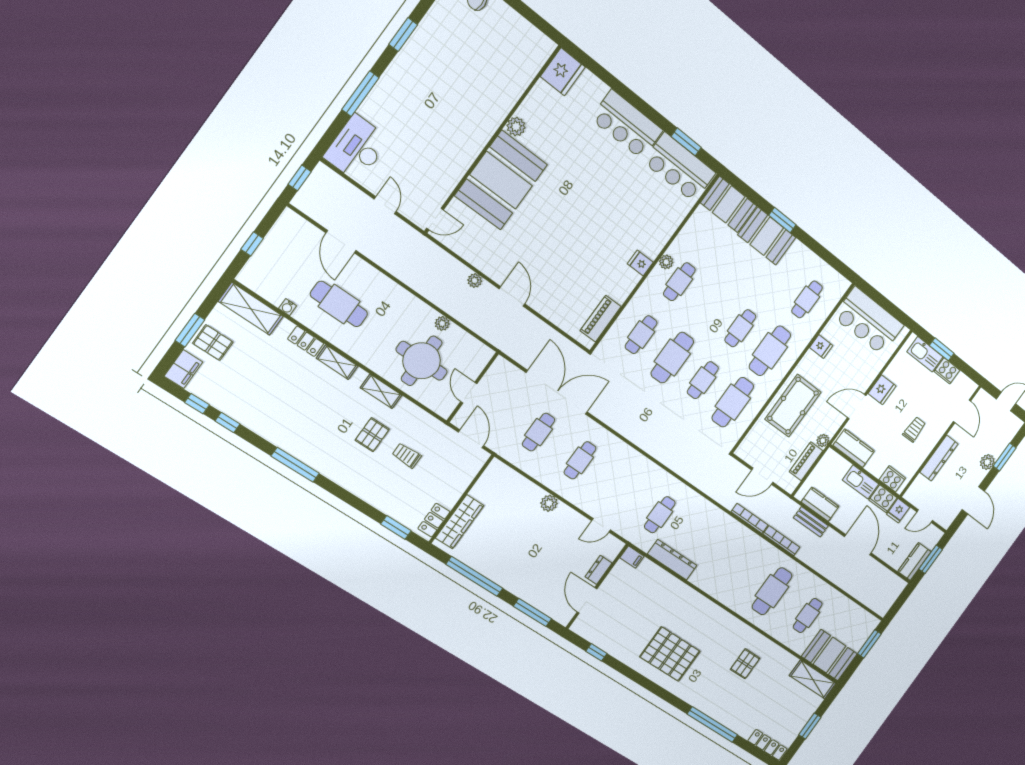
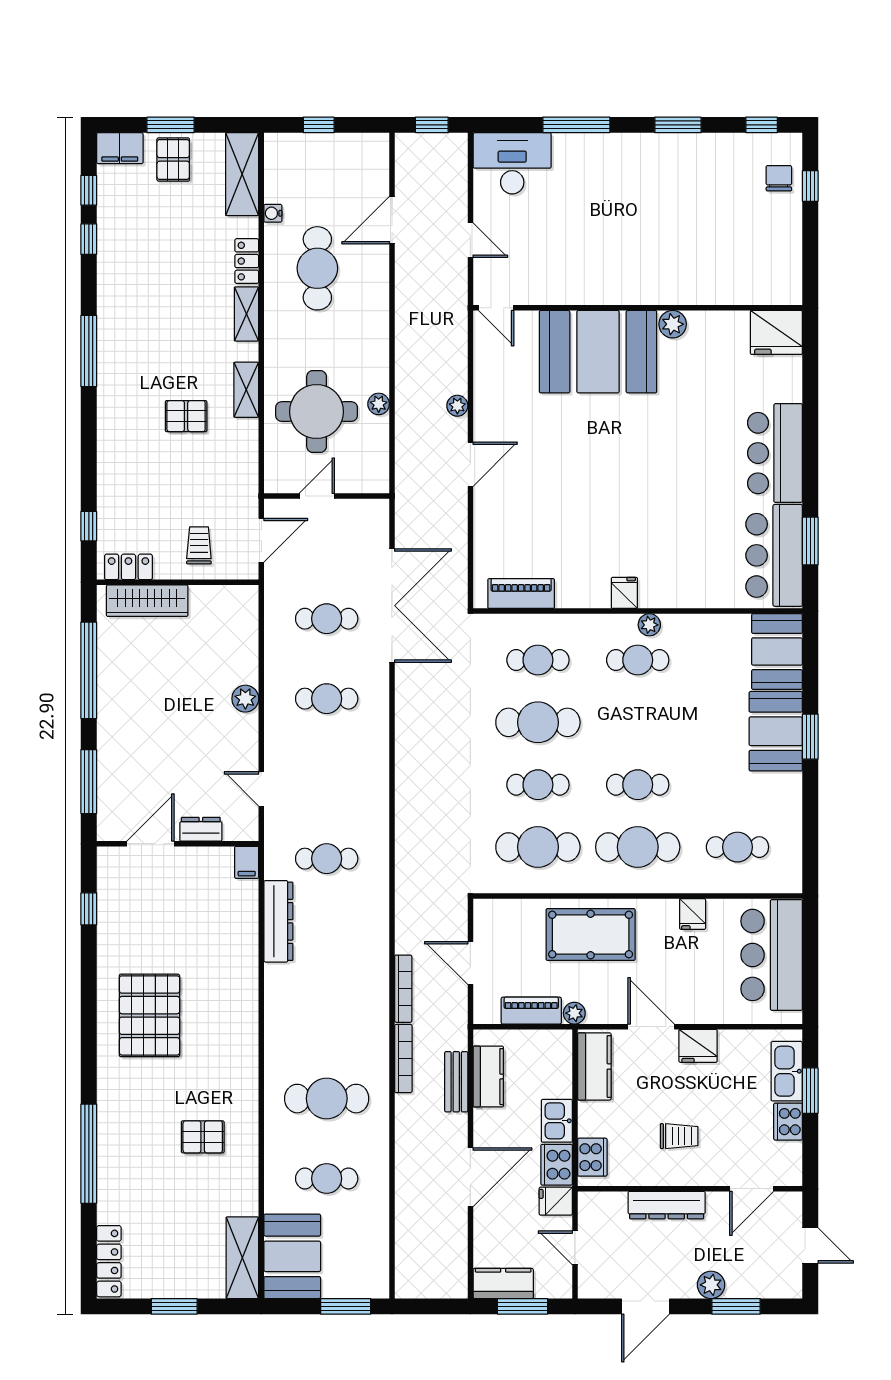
door: (385, 205) -> (470, 240), hinge flipped
trolley: (407, 456) -> (199, 545), moved
kitchen sink: (861, 482) -> (557, 1121), width x0.73
window: (396, 527) -> (89, 526), width x0.67

